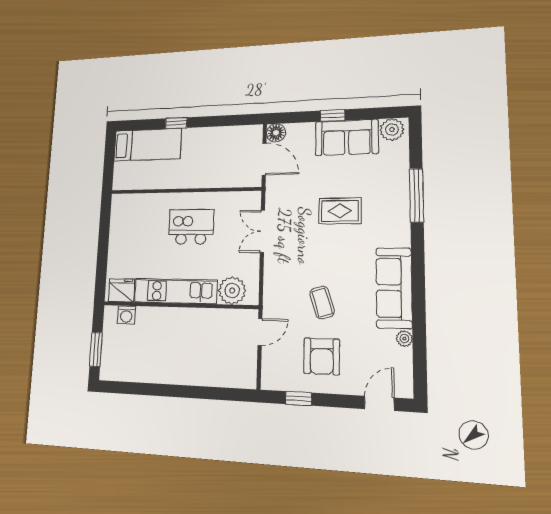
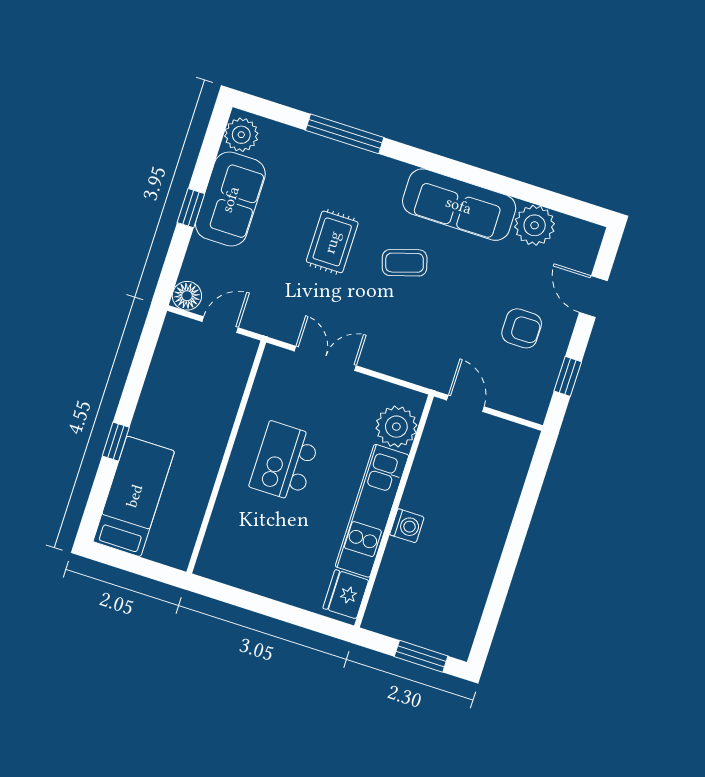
door: (264, 159) -> (220, 325), width x0.73
double door: (262, 231) -> (325, 358), swing flipped
coffee table: (322, 302) -> (405, 263), moved
washing machine: (126, 315) -> (407, 526), moved
plant: (404, 339) -> (535, 225), width x1.88, depth x1.88
armchair: (322, 356) -> (522, 328), width x0.72, depth x0.72
door: (379, 403) -> (593, 297), moved

